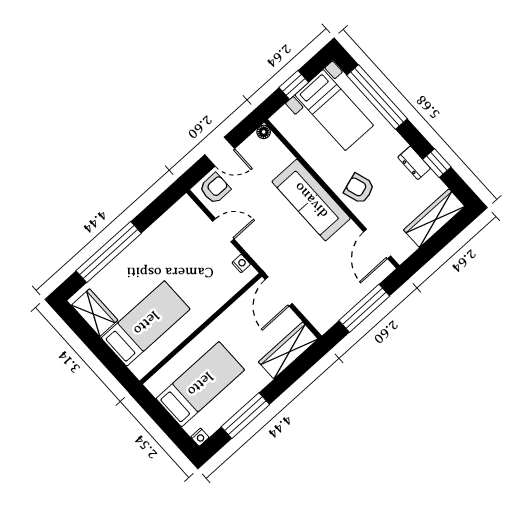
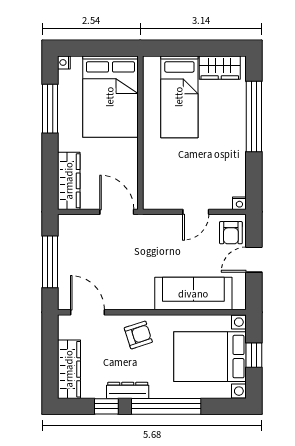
window: (377, 97) -> (166, 406), moved
bed with nightstands: (334, 110) -> (210, 357), width x1.36
floor lamp: (264, 132) -> (240, 303), removed
dresser: (414, 163) -> (128, 390), width x1.44
sofa: (311, 200) -> (193, 294), moved
nightstand: (241, 263) -> (239, 203), moved
bed: (200, 384) -> (110, 97), width x1.50

